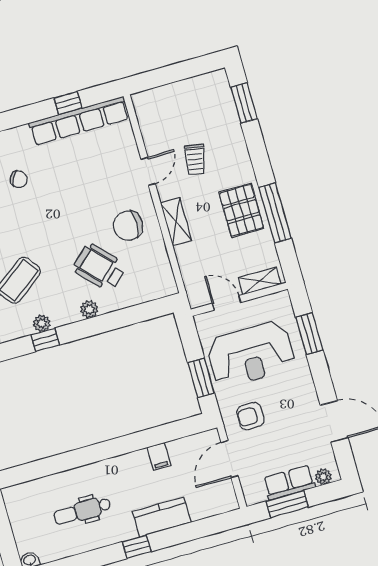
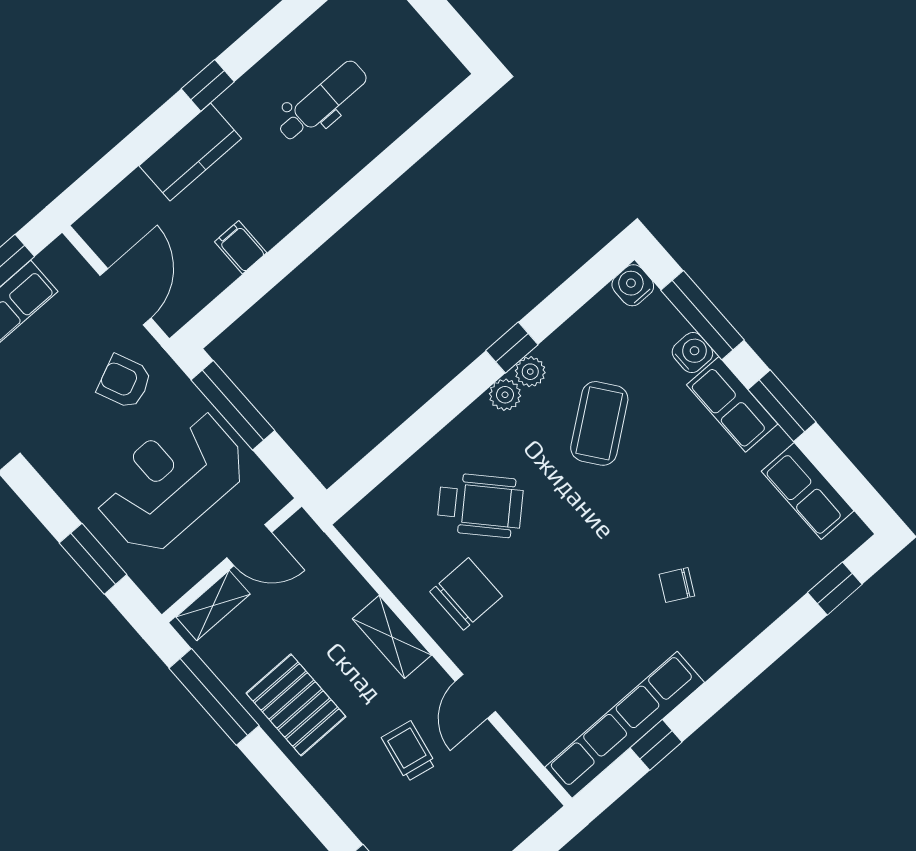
window: (275, 213) -> (214, 697), moved
plant: (89, 309) -> (505, 395), moved
window: (201, 378) -> (233, 405), width x1.44
armchair: (250, 416) -> (125, 382), turned -114

